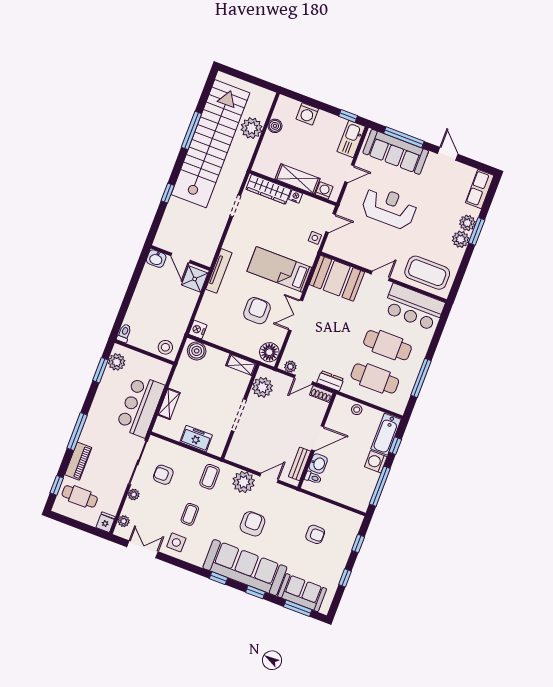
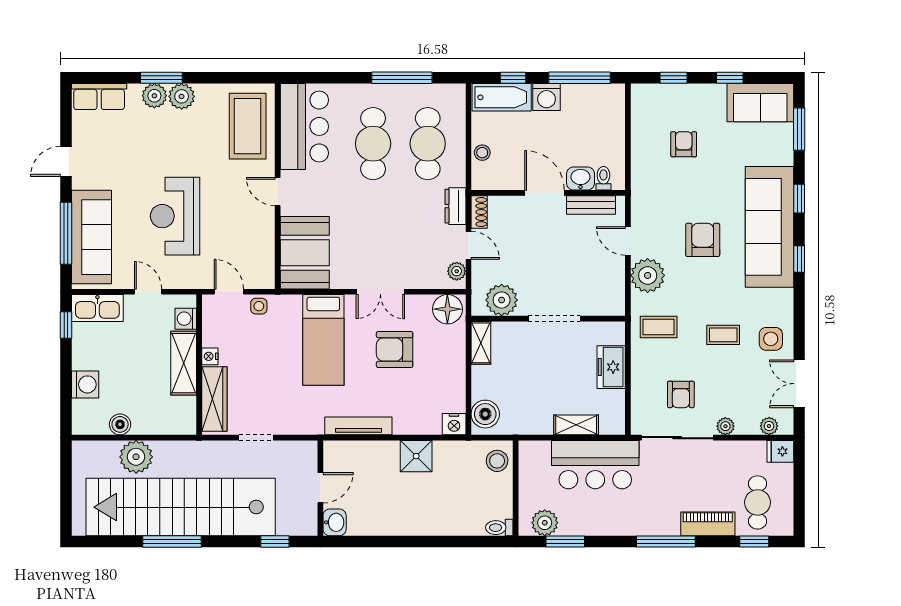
wall: (180, 258) -> (320, 488), moved
door: (181, 258) -> (320, 488), moved
washbasin: (156, 259) -> (335, 522), moved
shower: (195, 279) -> (416, 456), moved
armchair: (252, 524) -> (703, 240), turned 90
sofa: (302, 593) -> (760, 103), moved, turned -90

